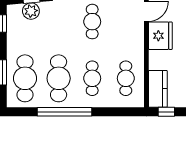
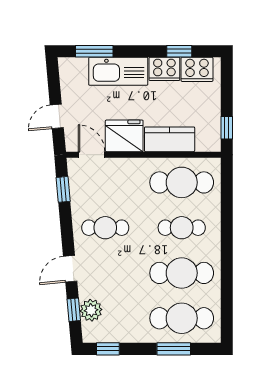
cafe table: (126, 78) -> (182, 182), width x1.37, depth x1.35
kitchen counter: (158, 89) -> (170, 139), moved
window: (65, 112) -> (227, 265), removed

